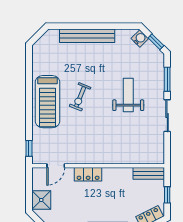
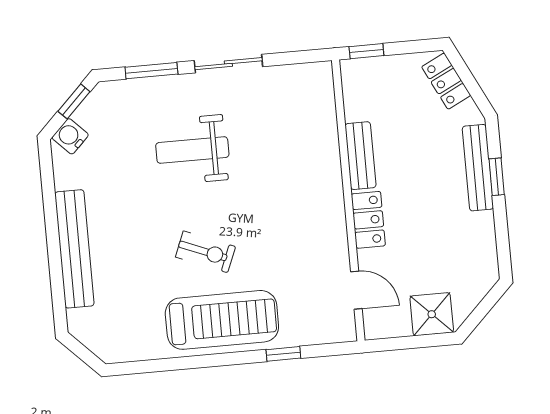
window: (29, 148) -> (283, 354), moved
bench: (149, 173) -> (360, 156), moved
window: (167, 195) -> (366, 51), moved

